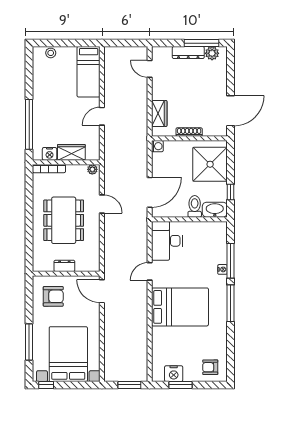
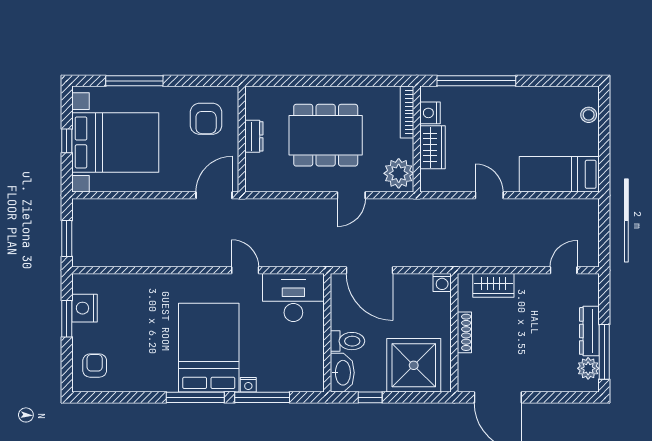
plant: (92, 169) -> (399, 173), width x1.88, depth x1.88
bed: (180, 307) -> (209, 348), moved, turned 180
window: (46, 385) -> (67, 141), moved

